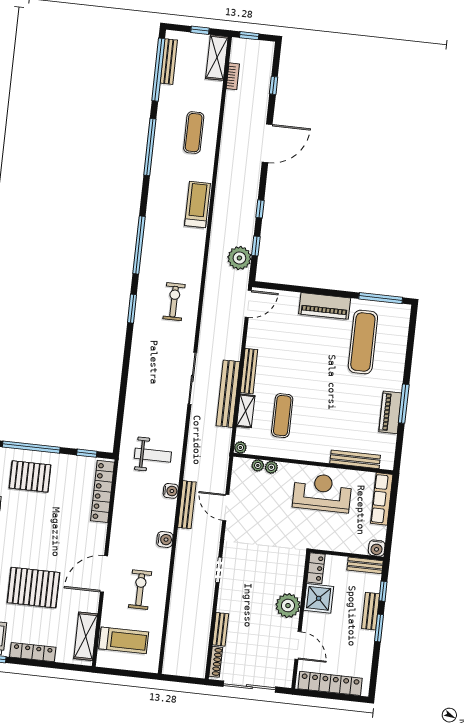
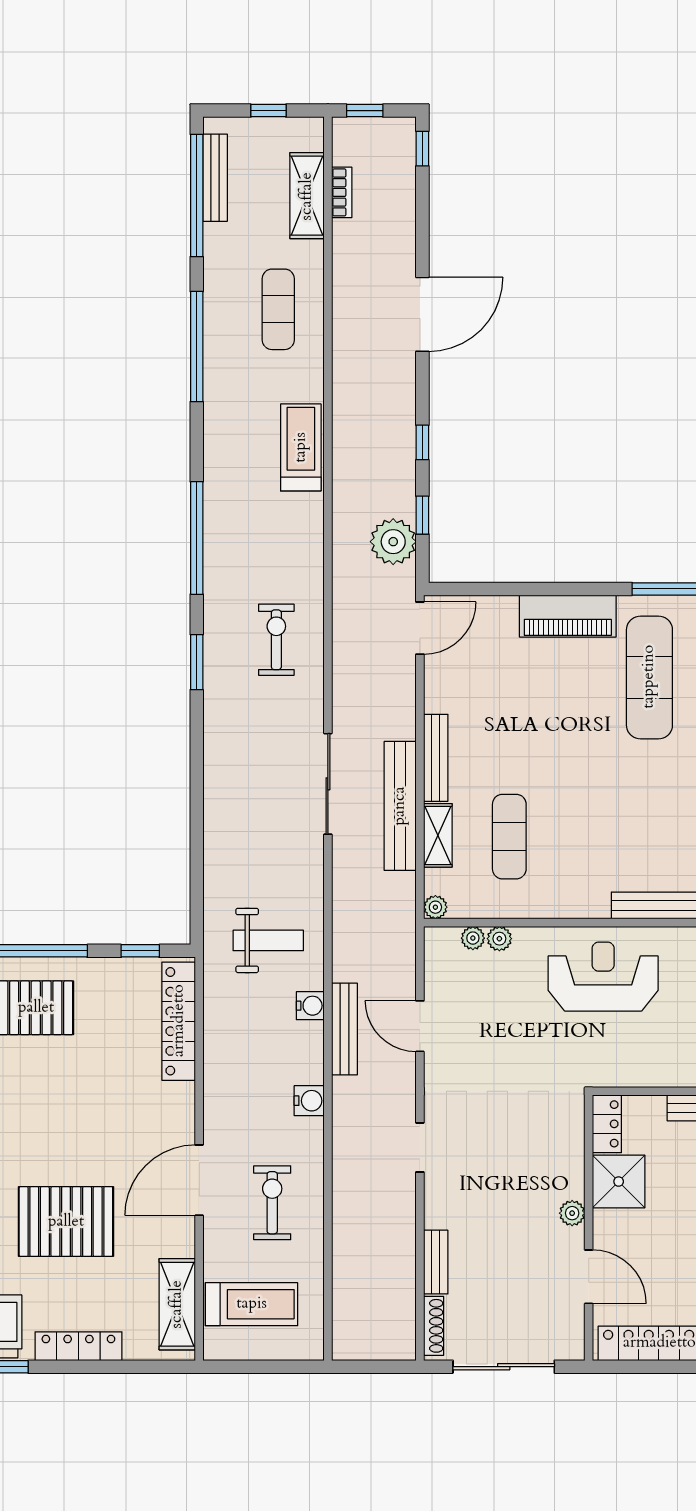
shelving: (217, 58) -> (307, 196), moved
window: (274, 85) -> (422, 149), moved
plant: (288, 606) -> (572, 1213), width x0.53, depth x0.53

